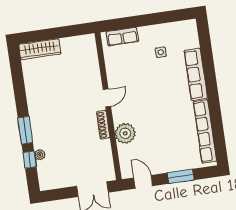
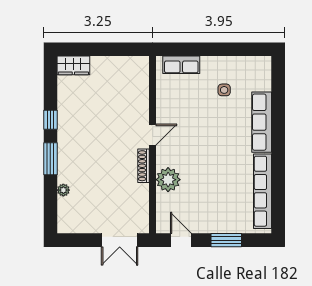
wardrobe: (40, 49) -> (73, 65), width x0.67
window: (30, 160) -> (50, 120), moved

